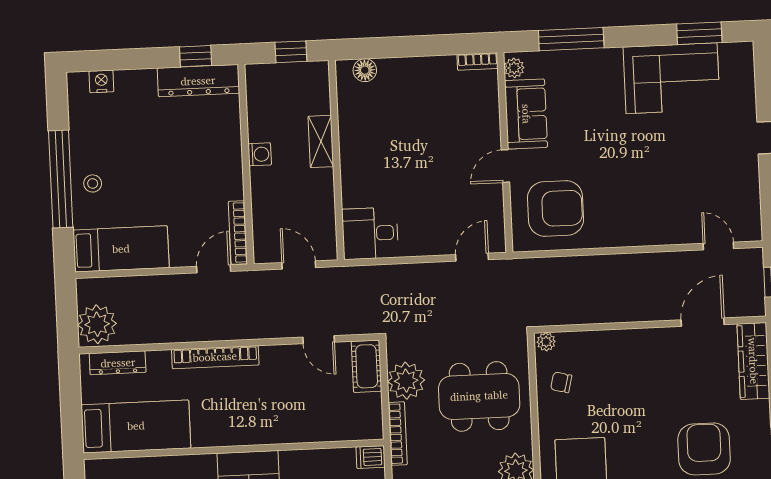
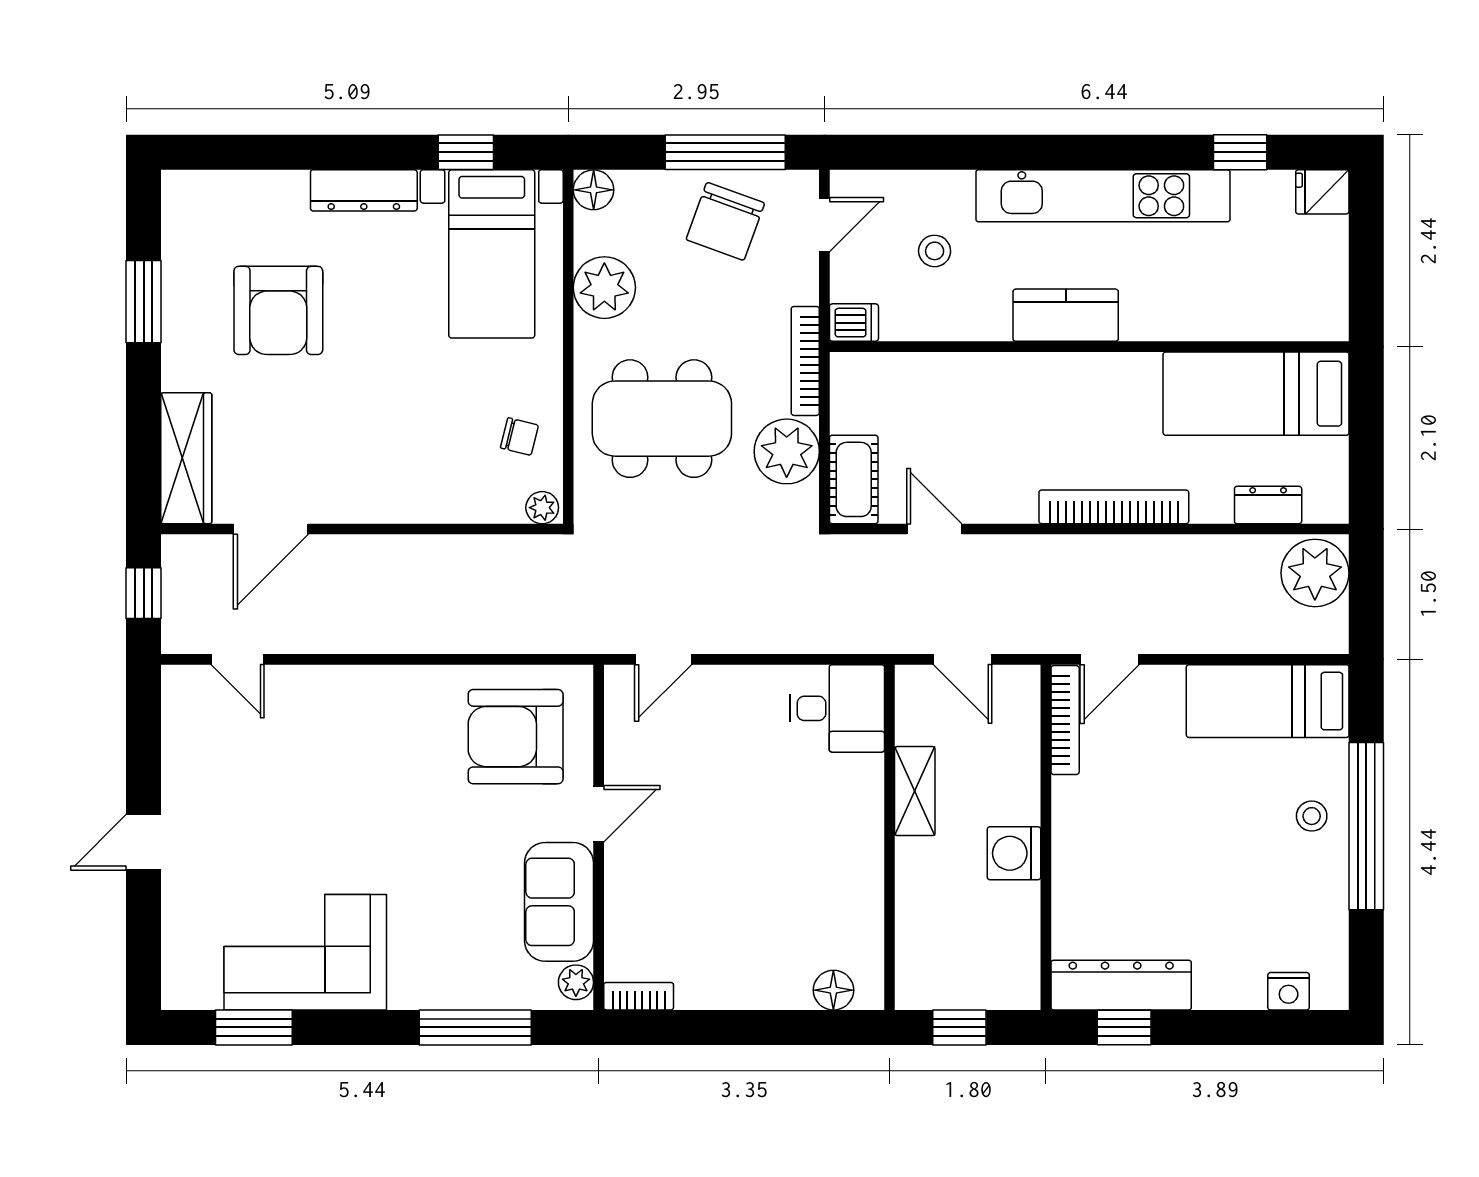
shelving: (321, 141) -> (915, 791), moved
washing machine: (260, 154) -> (1014, 853), width x1.38, depth x1.38
dresser: (118, 363) -> (1268, 505), width x0.70

